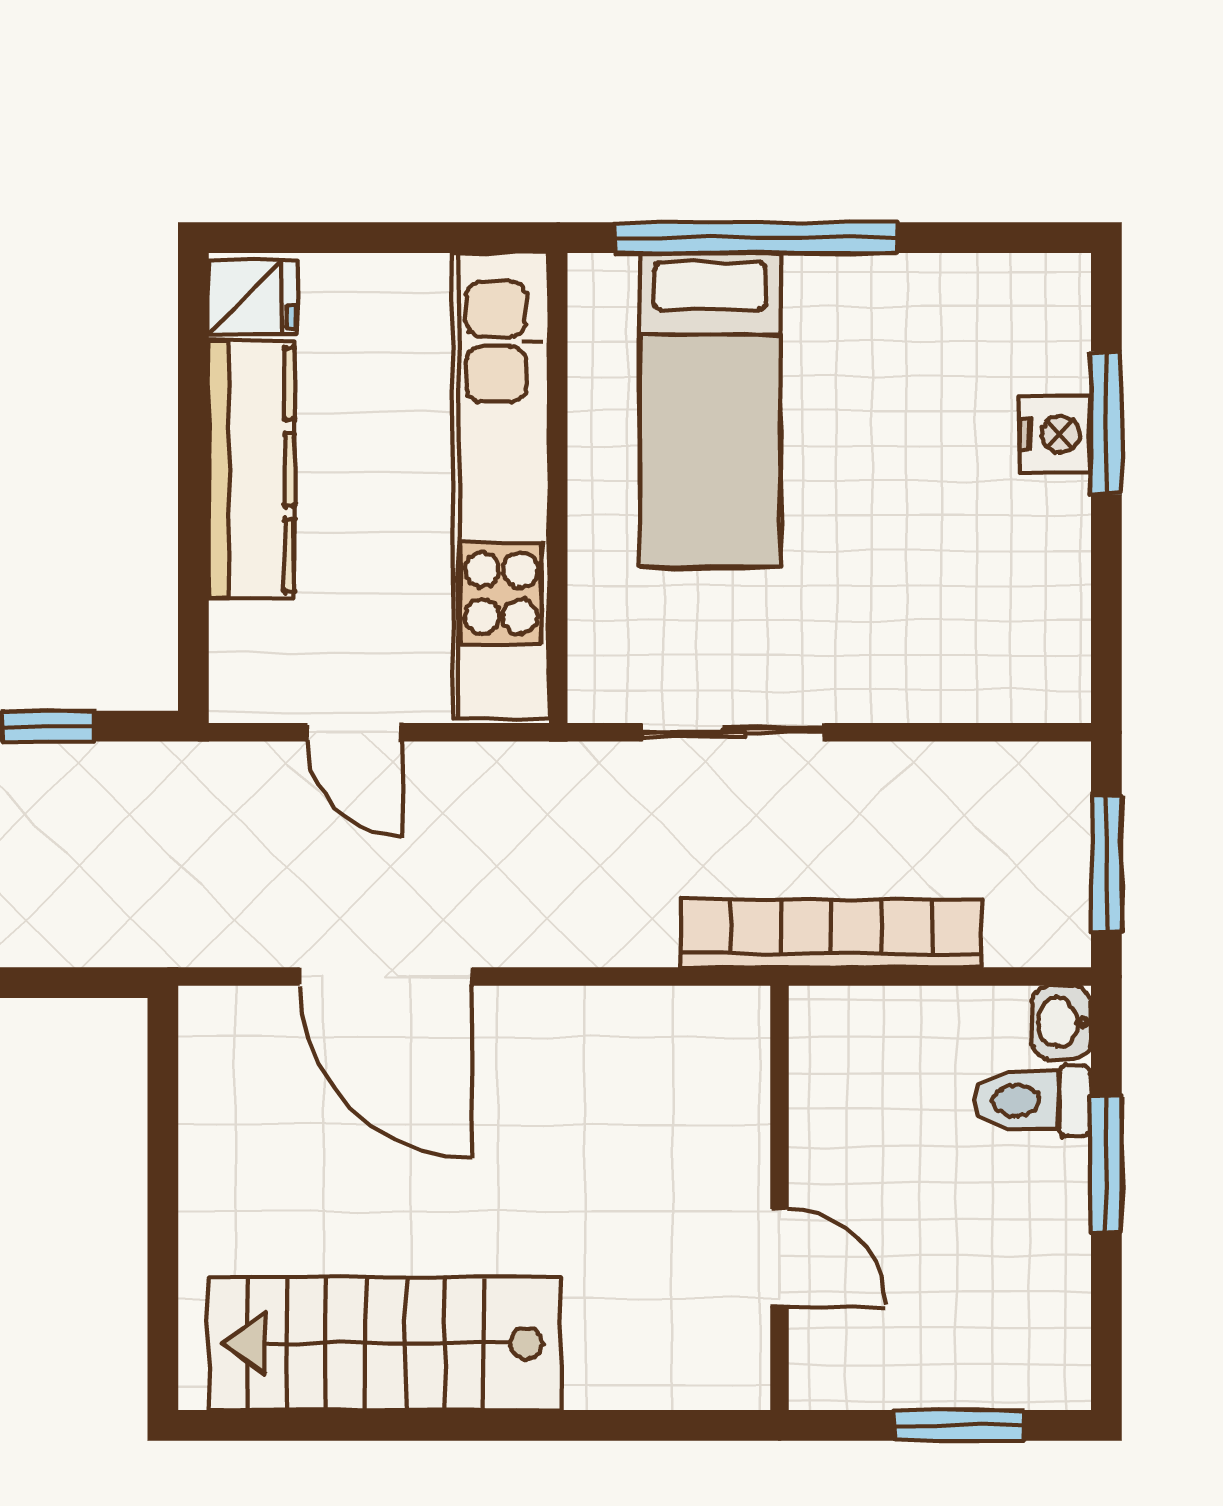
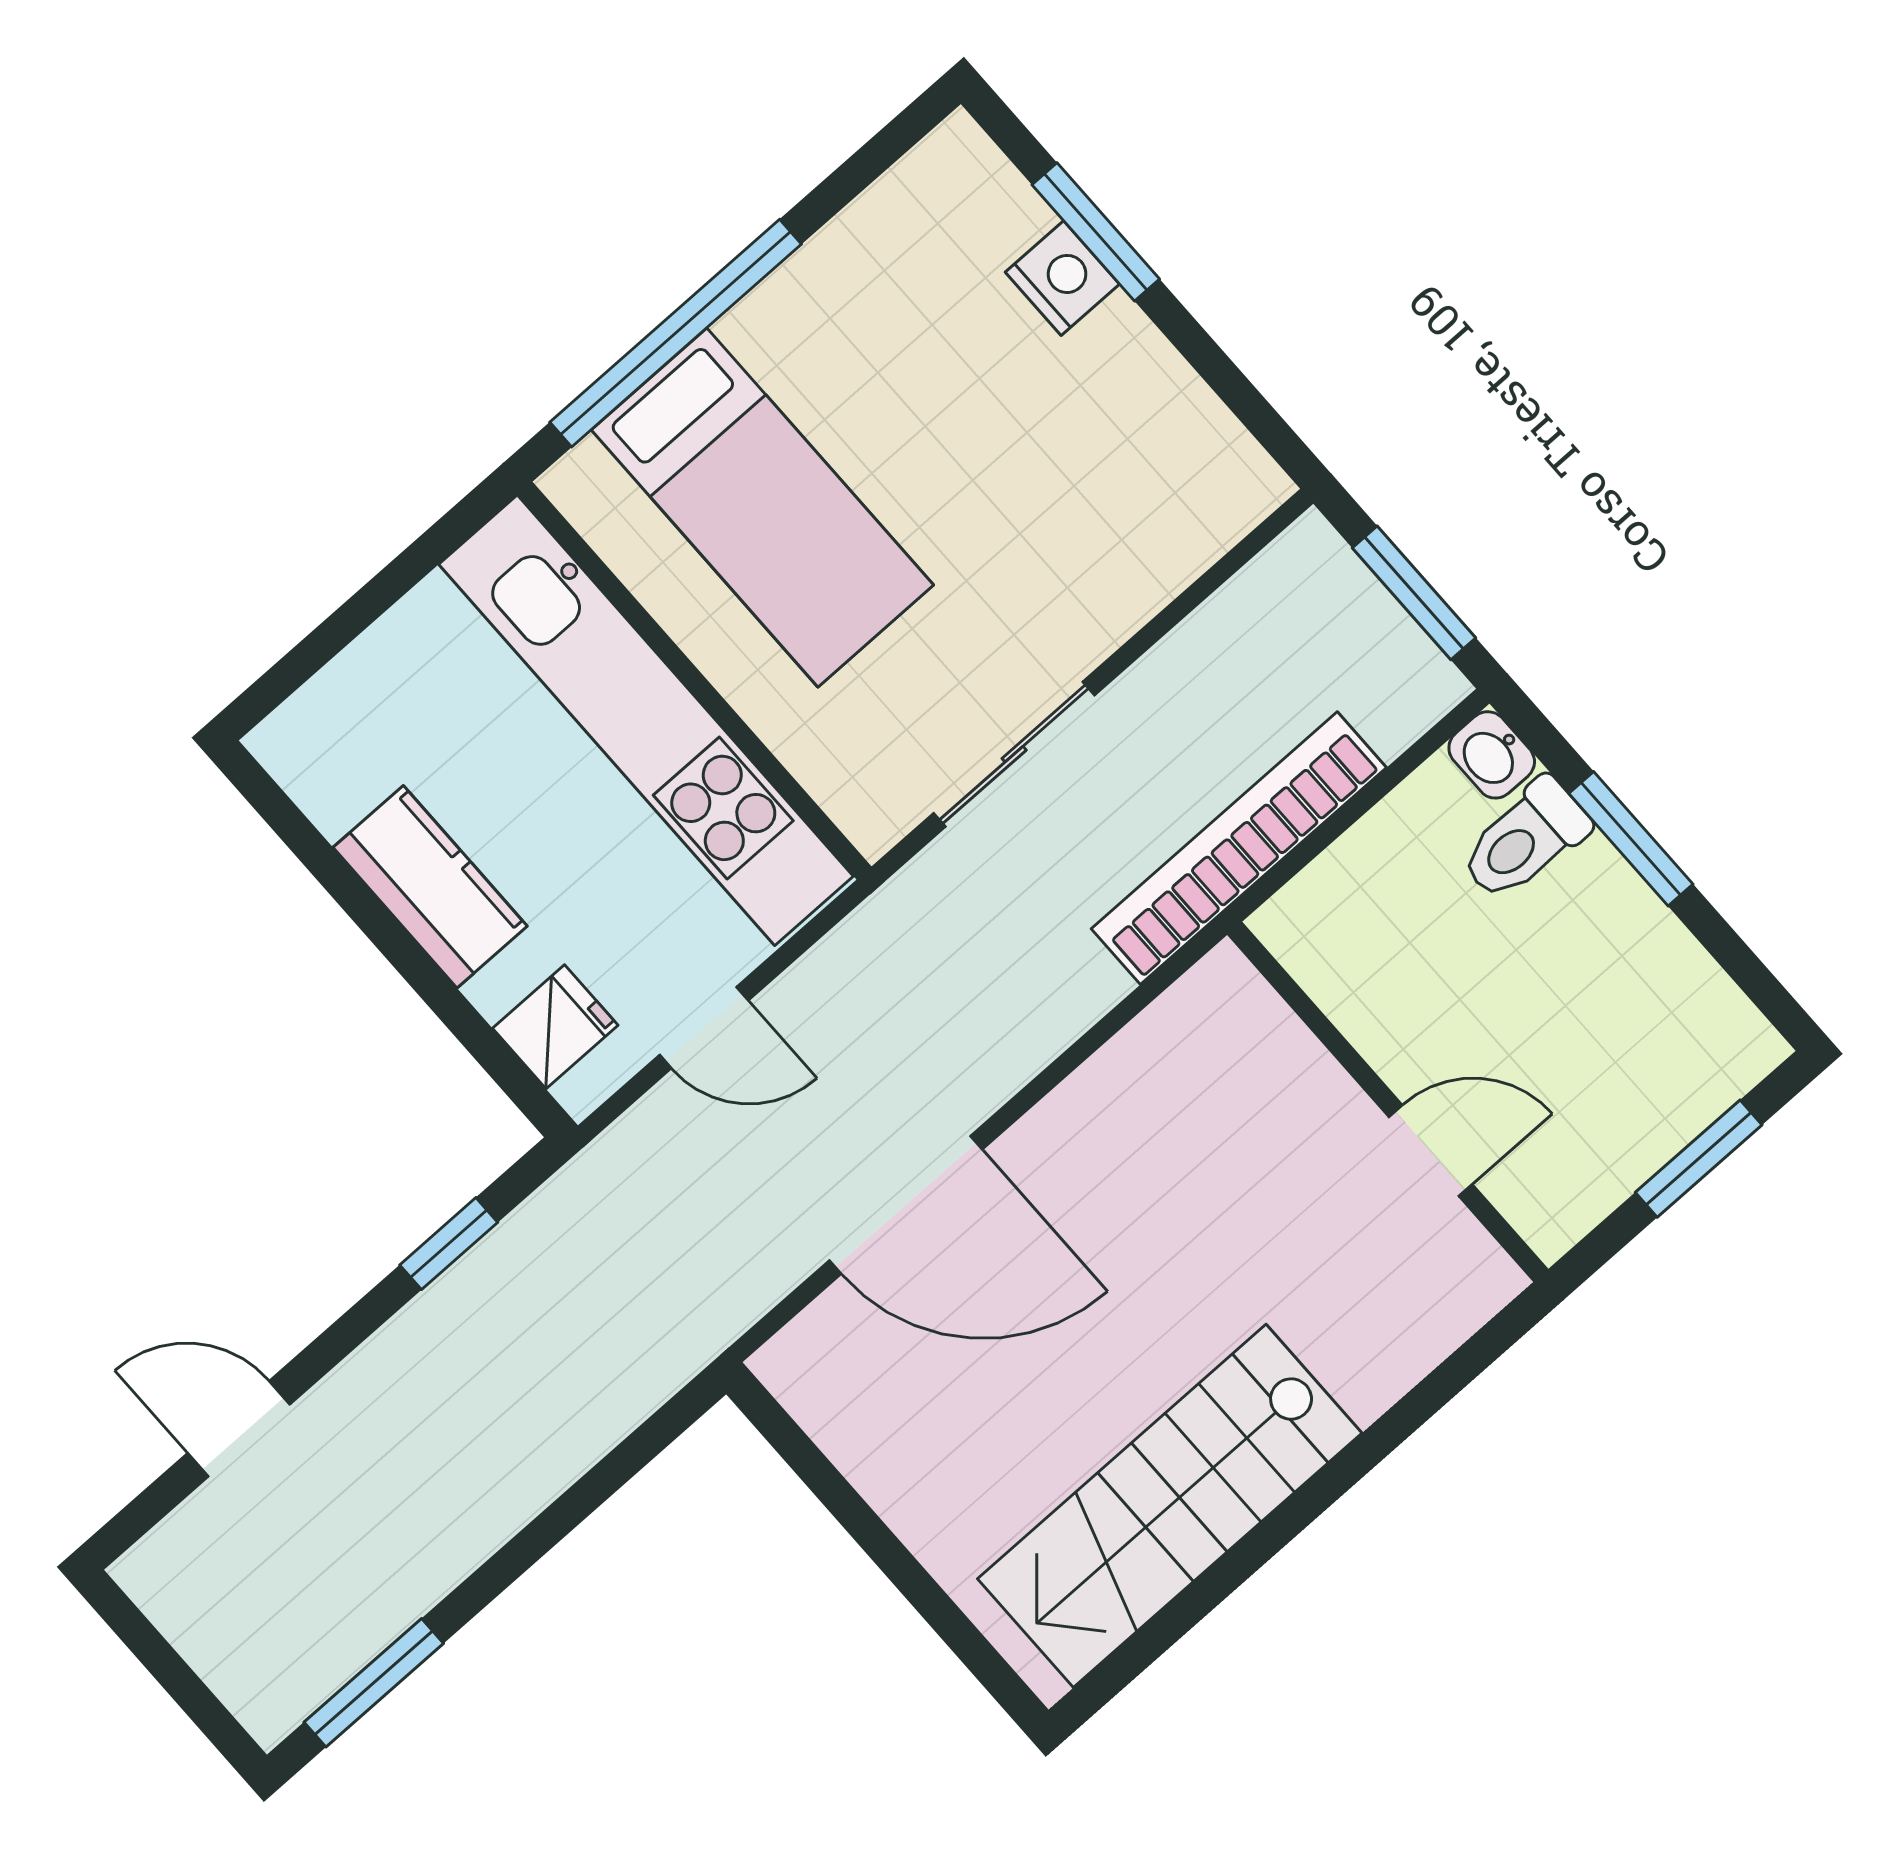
fridge: (253, 298) -> (555, 1027), moved
kitchen counter: (252, 470) -> (430, 887), width x0.67

